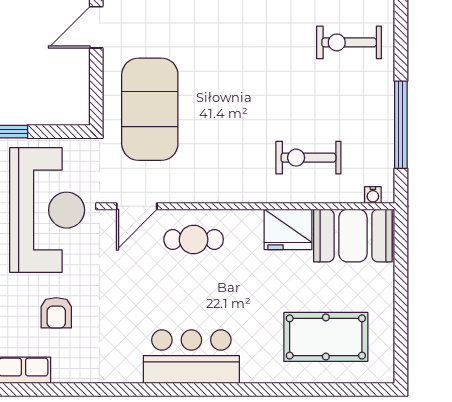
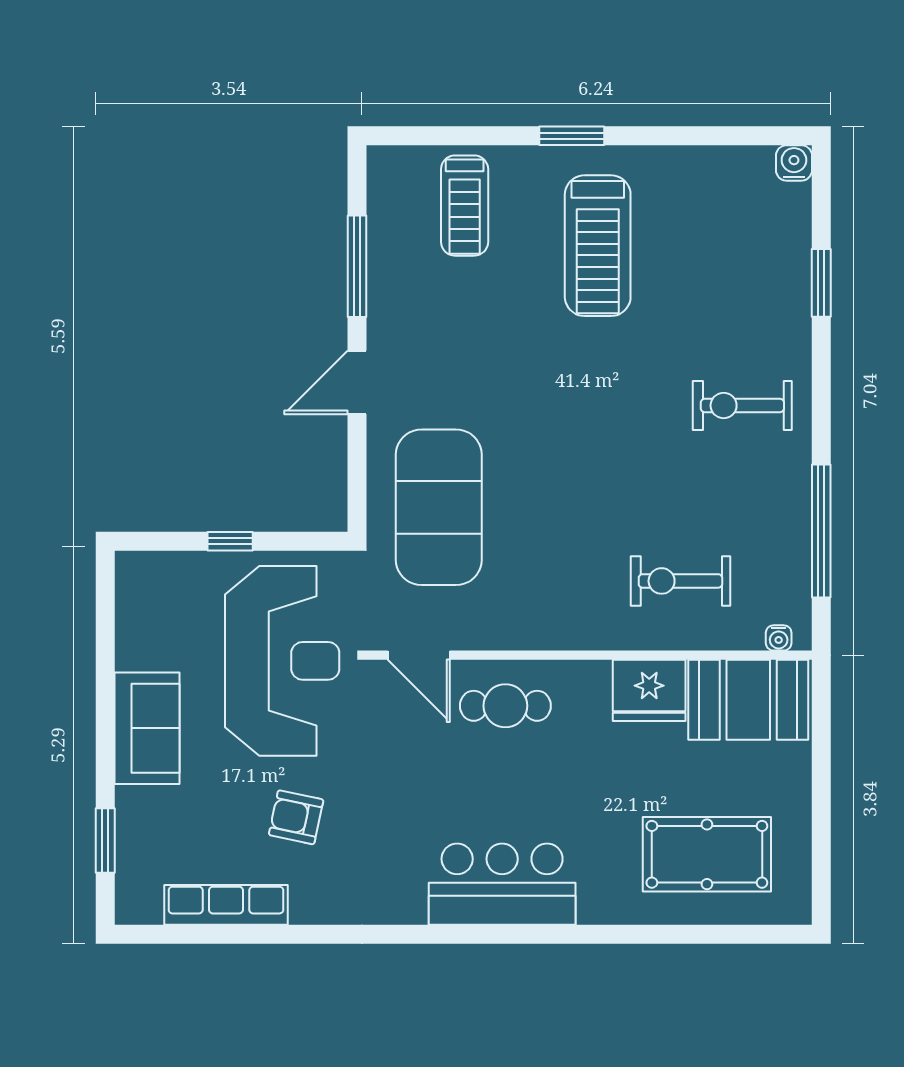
door: (137, 206) -> (419, 655), hinge flipped
armchair: (56, 313) -> (296, 817), turned 102

